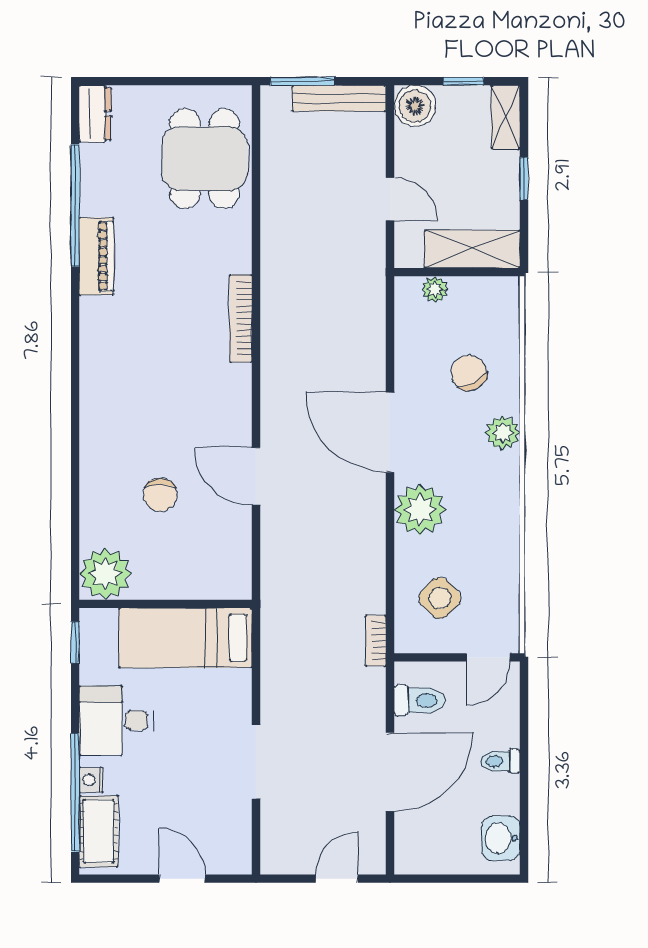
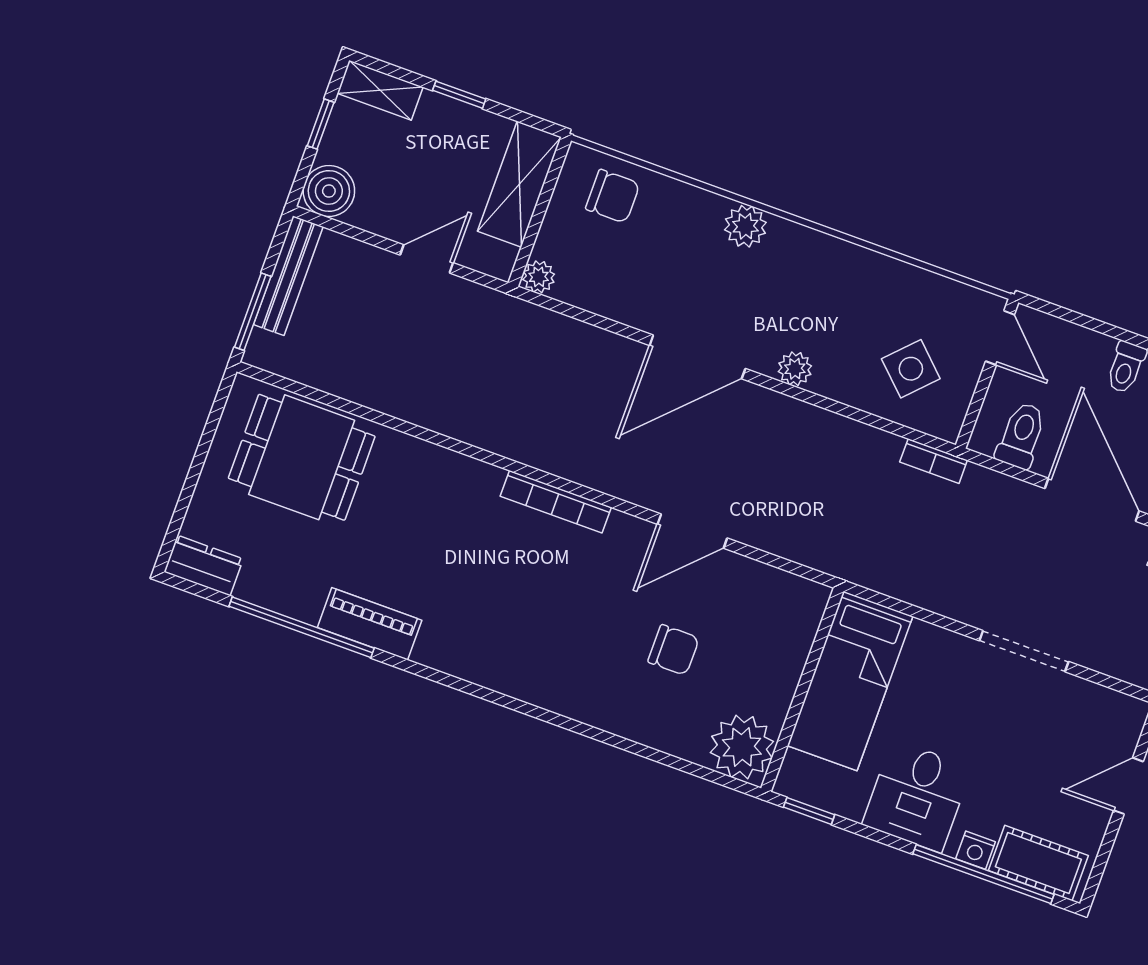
plant: (435, 289) -> (539, 277), moved
bookcase: (241, 318) -> (556, 502), moved
chair: (469, 373) -> (613, 196), moved, turned -152
plant: (420, 510) -> (795, 369), width x0.53, depth x0.53

